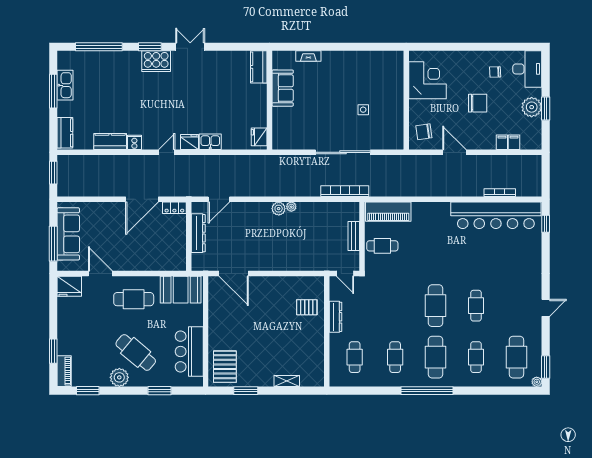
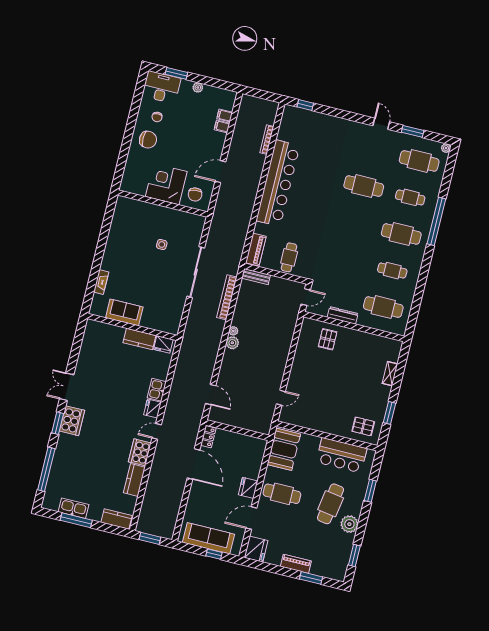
kitchen counter: (259, 67) -> (139, 339), moved
corner desk: (427, 80) -> (166, 184), moved
chair: (478, 103) -> (148, 140), moved, turned 90
plant: (532, 107) -> (198, 87), width x0.53, depth x0.53
window: (546, 109) -> (176, 73), moved
cooker: (134, 142) -> (140, 452), width x1.87, depth x1.31
door: (167, 152) -> (157, 431), hinge flipped
bookcase: (345, 191) -> (227, 297), moved
piano: (388, 212) -> (256, 249), width x0.73, depth x0.75
bar counter: (496, 215) -> (278, 183), moved
dresser: (198, 233) -> (237, 421), removed
bench: (354, 236) -> (256, 277), moved
window: (53, 244) -> (214, 554), width x0.46
fridge: (131, 262) -> (248, 488), added
door: (234, 273) -> (281, 398), width x0.53
cafe table: (134, 299) -> (282, 494), turned 90
cafe table: (436, 306) -> (355, 223), removed
cafe table: (476, 306) -> (364, 186), width x1.37, depth x1.35
cafe table: (136, 352) -> (331, 504), turned -31
cafe table: (355, 357) -> (383, 307), width x1.37, depth x1.35
pallet: (225, 367) -> (363, 426), width x0.67, depth x0.71
window: (546, 367) -> (413, 131), moved
piano: (64, 371) -> (296, 564), moved
window: (427, 391) -> (436, 221), moved

